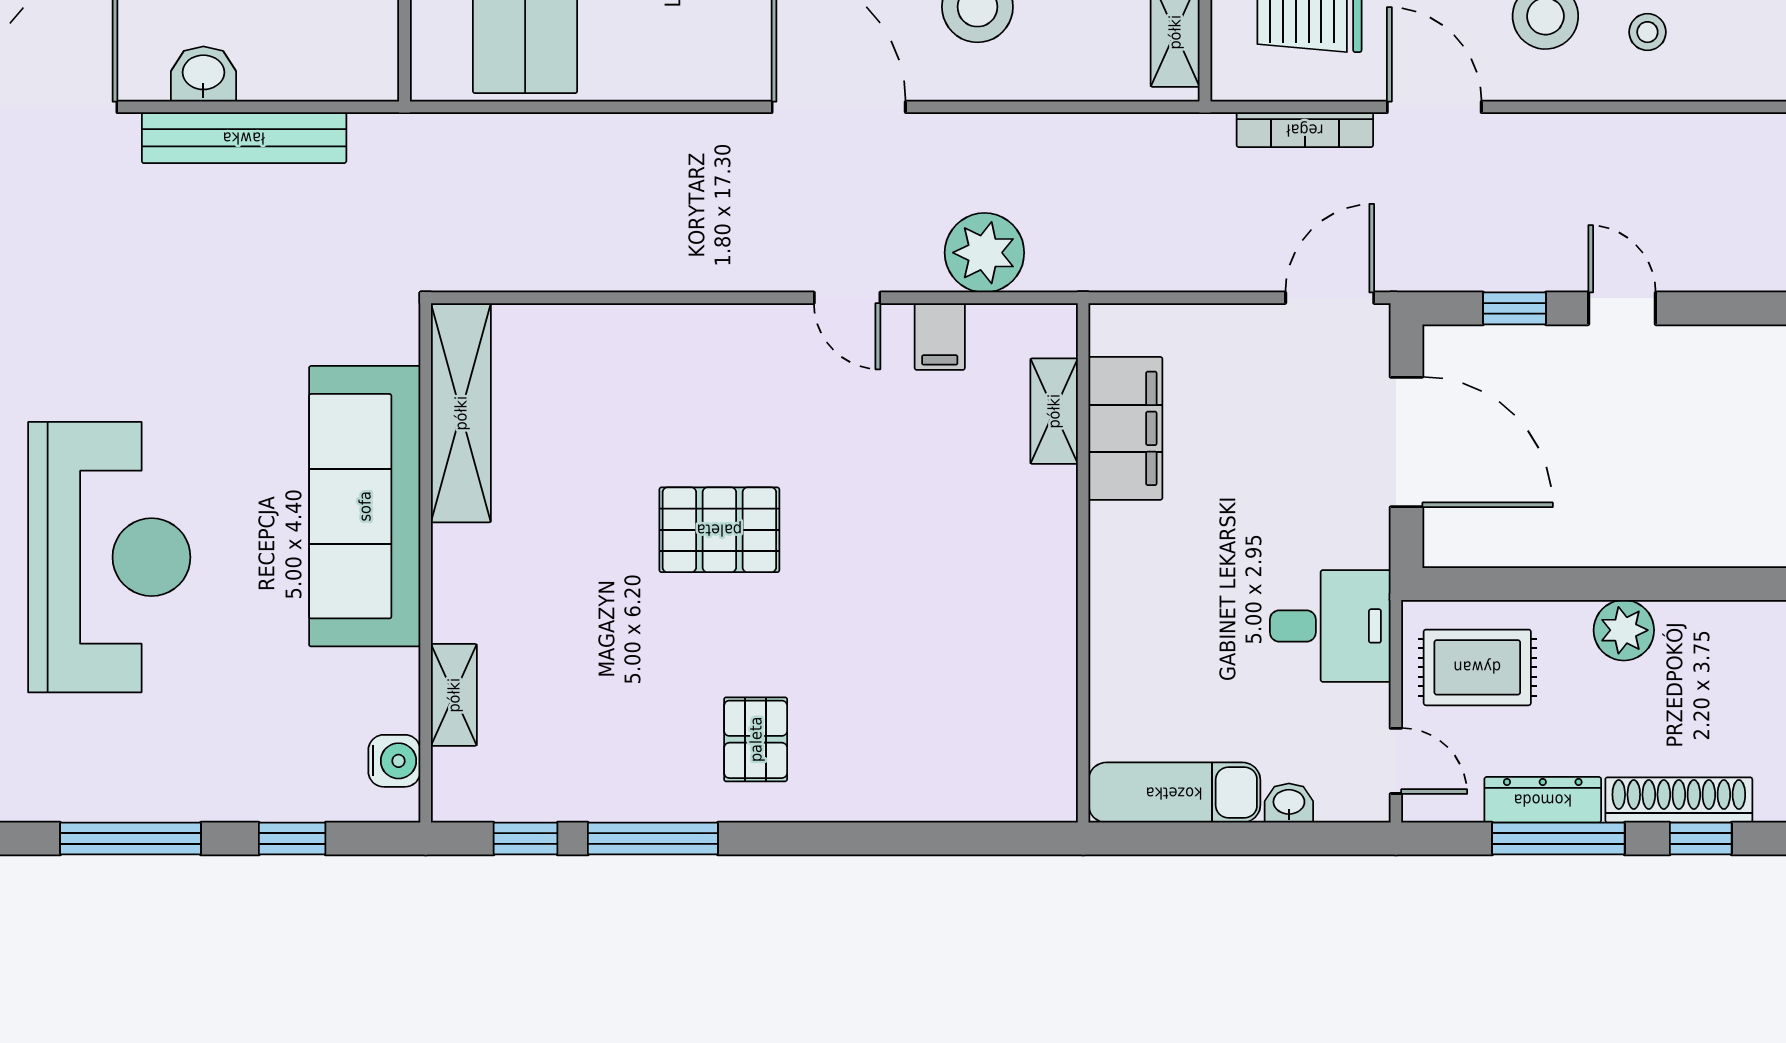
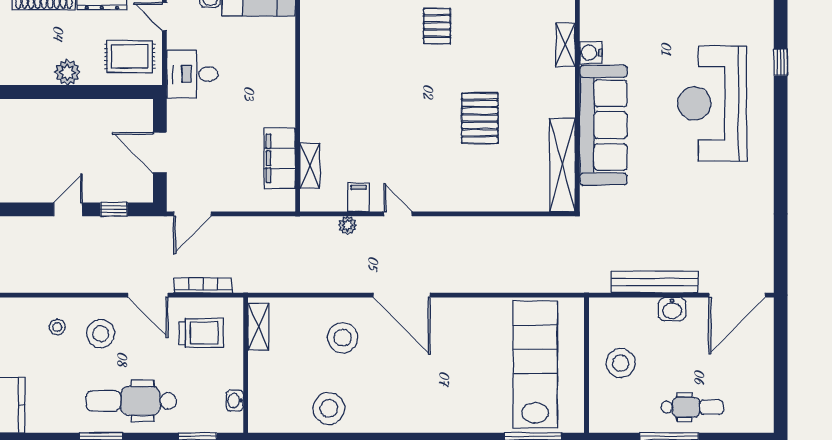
plant: (984, 253) -> (347, 225), width x0.53, depth x0.53
door: (1622, 308) -> (68, 209), swing flipped
door: (1406, 442) -> (160, 152), width x0.73
pallet: (719, 530) -> (480, 118), moved, turned 90
water cooler: (394, 761) -> (591, 53), moved

